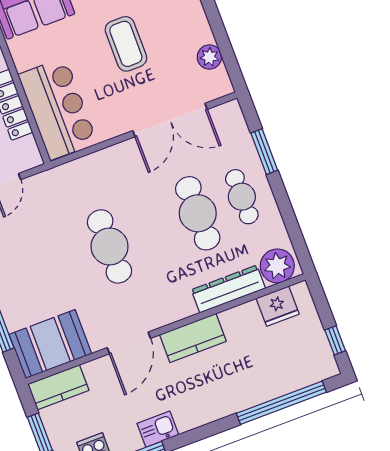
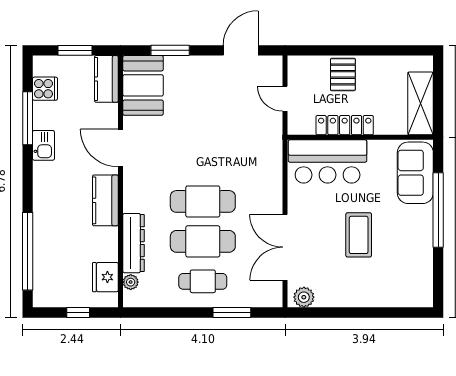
coffee table: (126, 44) -> (359, 235), turned 90
plant: (209, 57) -> (304, 297), moved
cafe table: (110, 246) -> (203, 201), moved
plant: (277, 266) -> (131, 282), width x0.53, depth x0.53
window: (335, 340) -> (78, 313), moved

